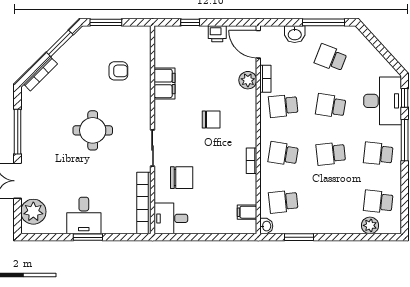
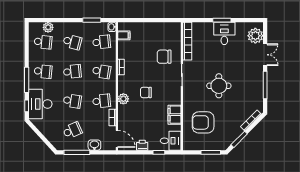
school desk: (331, 58) -> (72, 130), turned -45
armchair: (118, 71) -> (203, 122), width x1.88, depth x1.88
plant: (248, 80) -> (123, 99), moved
school desk: (331, 202) -> (72, 42), added
desk: (171, 218) -> (171, 141), moved

